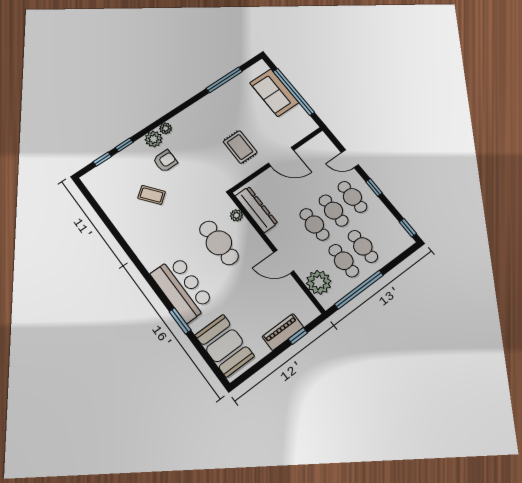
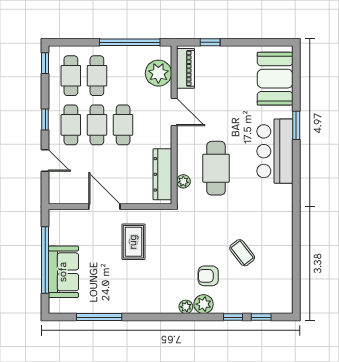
cafe table: (344, 261) -> (71, 76), moved
piano: (283, 332) -> (186, 68), moved, turned -90

